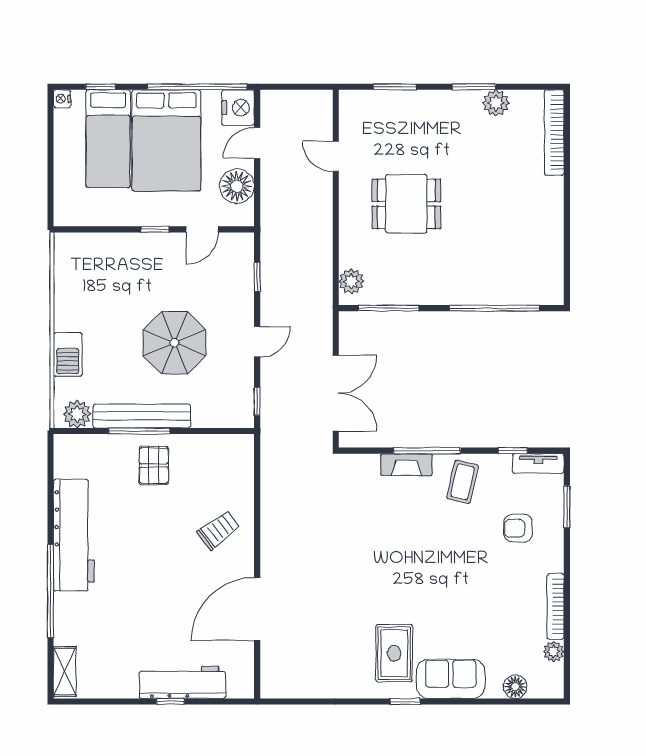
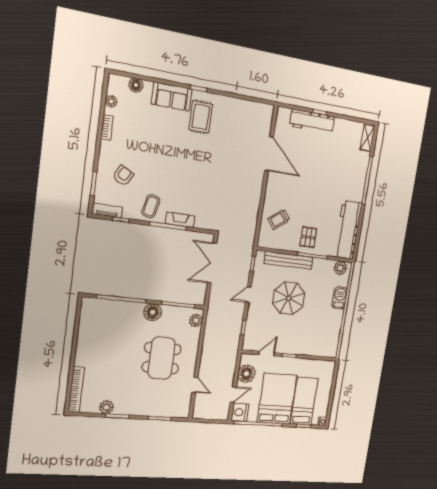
dining table: (406, 204) -> (162, 358), width x1.38
floor lamp: (434, 289) -> (153, 312), added
bench: (142, 416) -> (289, 260), moved
armchair: (518, 528) -> (123, 176), turned -61
trolley: (218, 530) -> (279, 219), moved
workbench: (74, 535) -> (348, 230), moved
bookcase: (556, 606) -> (107, 127), width x0.64
door: (257, 609) -> (269, 154), hinge flipped

